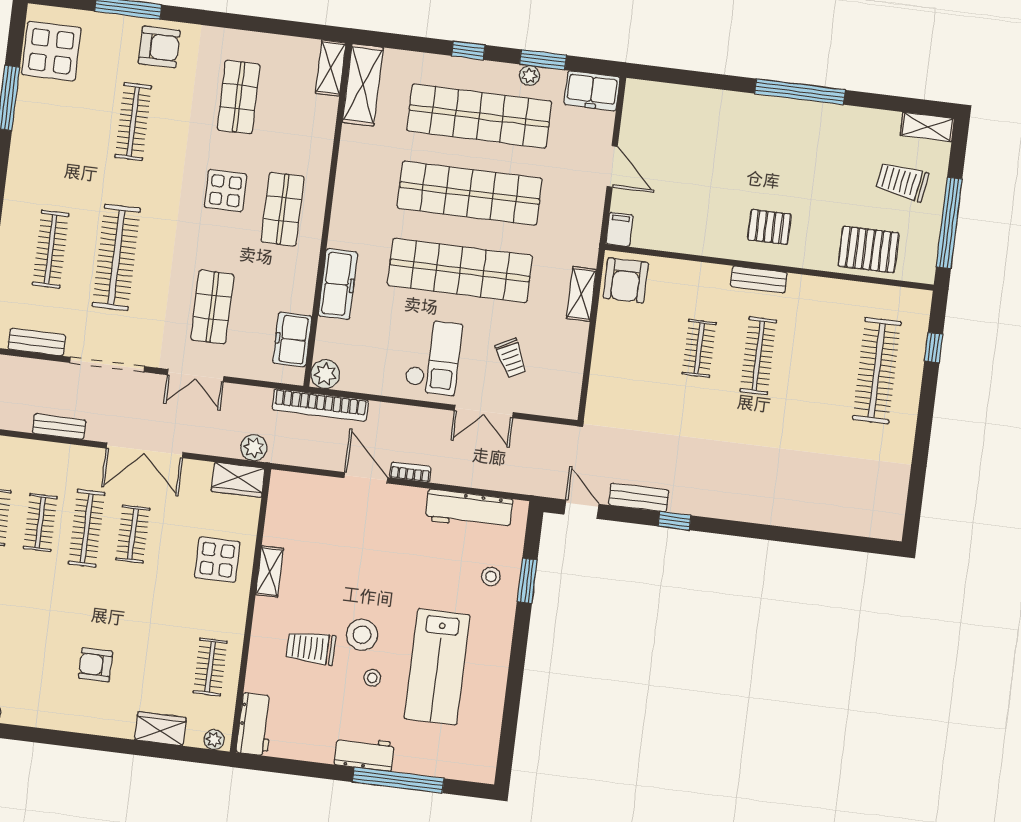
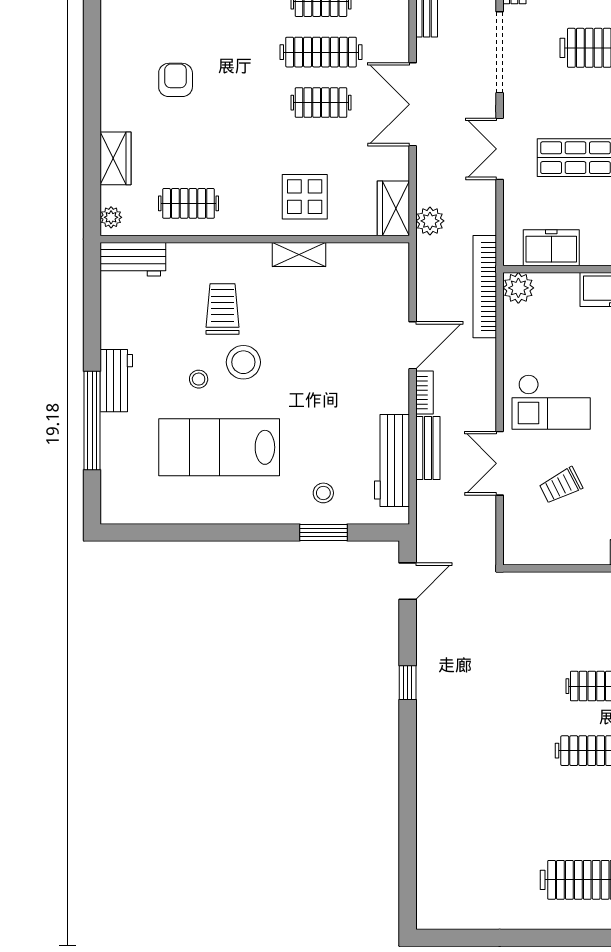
bench: (639, 497) -> (428, 448), moved

